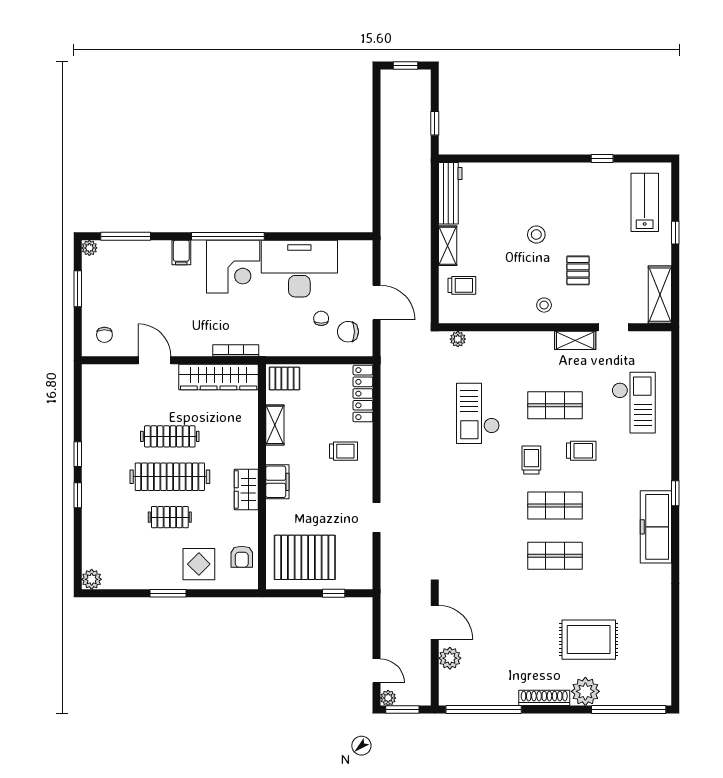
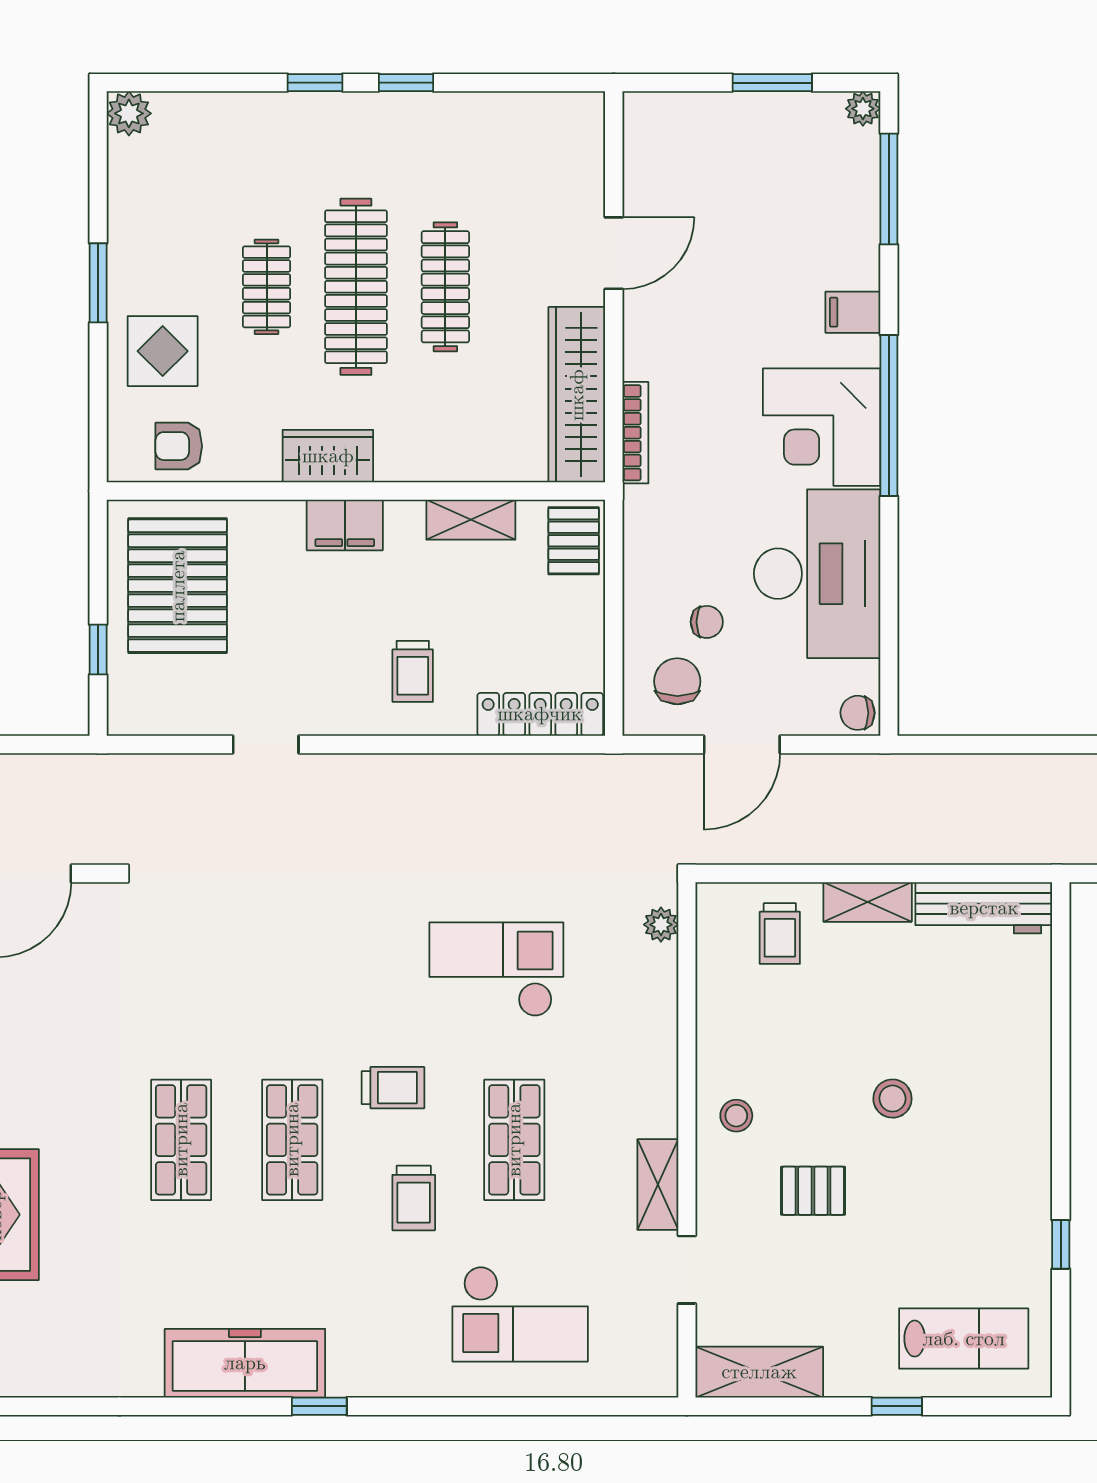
chair: (104, 335) -> (858, 713), moved

